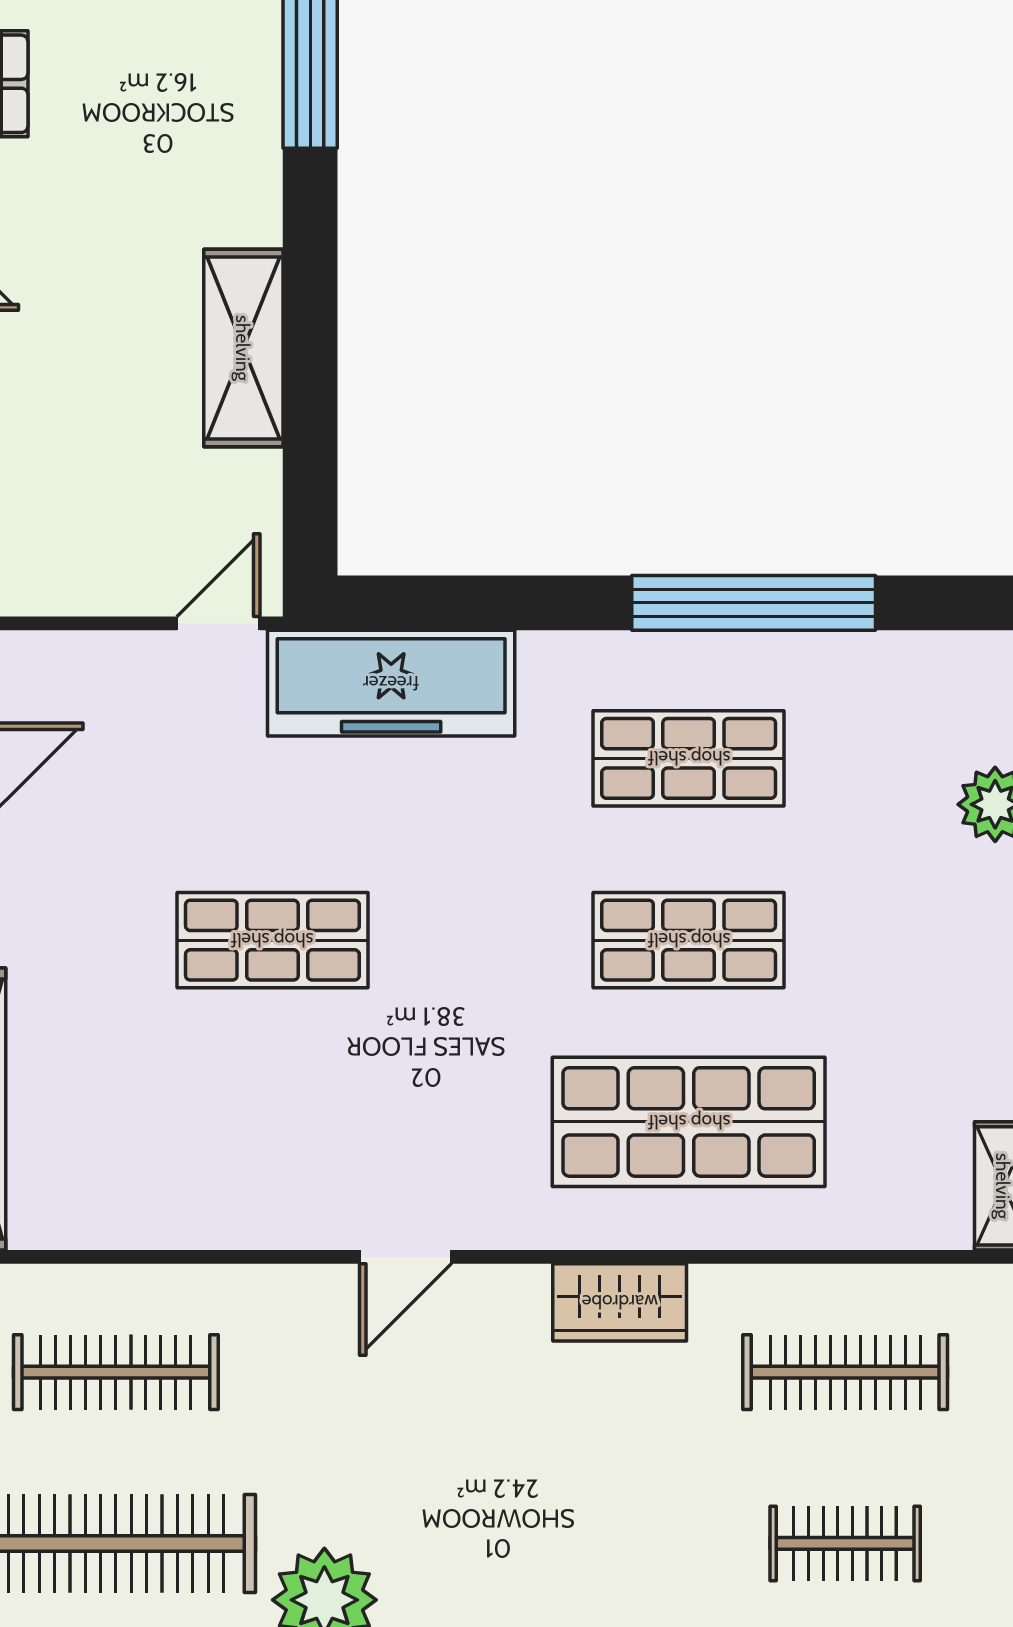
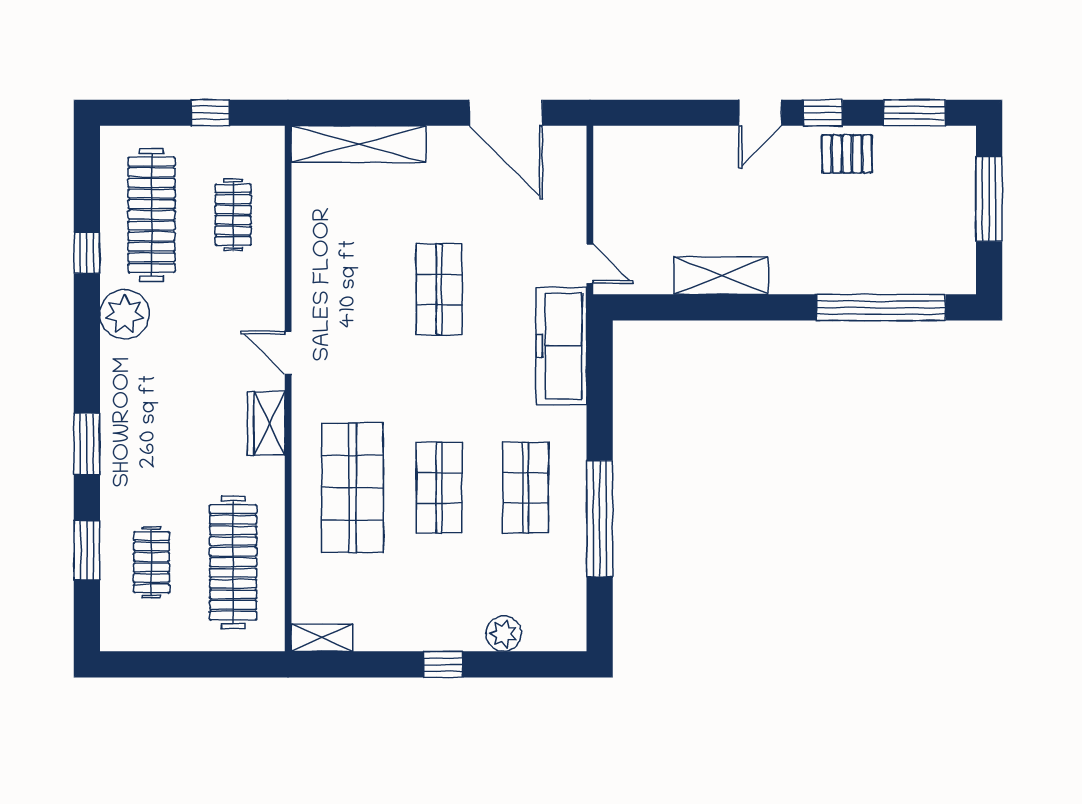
wardrobe: (620, 1302) -> (266, 423), moved
clothes rail: (116, 1372) -> (233, 215), width x0.73
clothes rail: (845, 1372) -> (233, 562), width x1.37, depth x1.31

